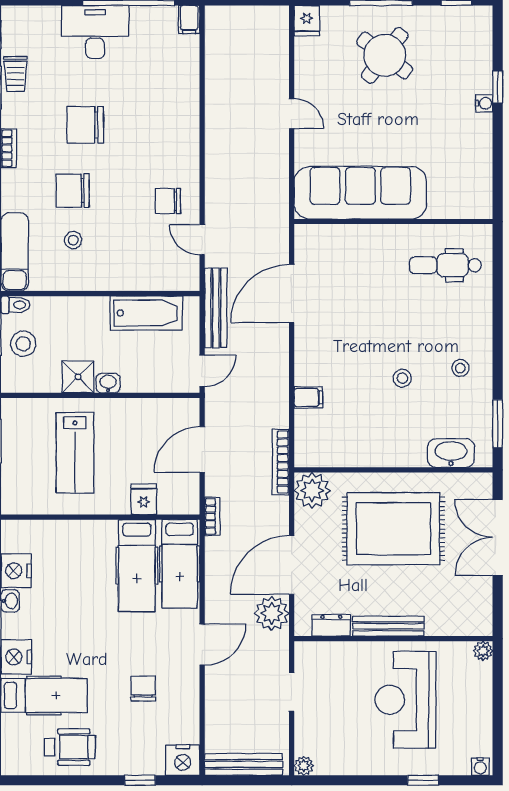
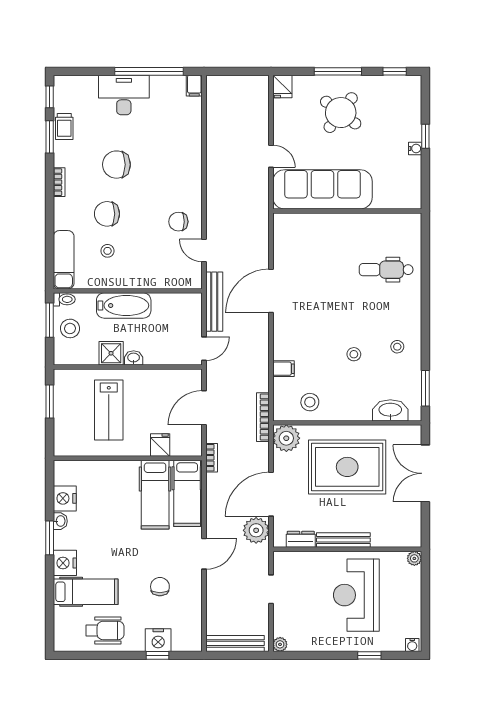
sofa: (360, 193) -> (322, 189), moved
wall: (393, 222) -> (347, 211), moved
bathtub: (146, 313) -> (124, 305), moved
stool: (344, 442) -> (310, 402), added
nightstand: (183, 760) -> (158, 640), moved

